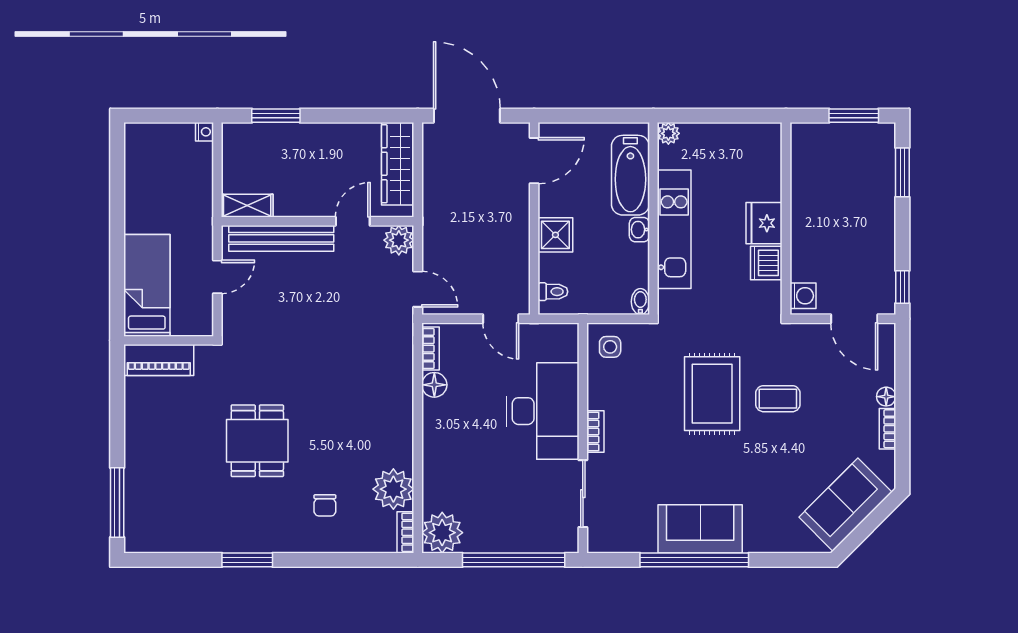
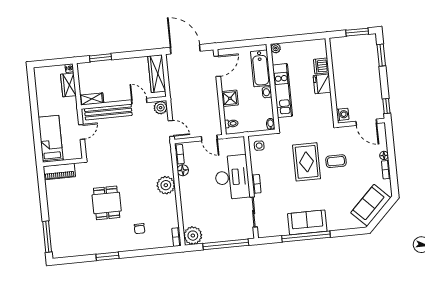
wardrobe: (198, 169) -> (68, 85), added
door: (353, 221) -> (139, 101), hinge flipped
dishwasher: (766, 263) -> (321, 66), moved
plant: (393, 489) -> (166, 185), moved

